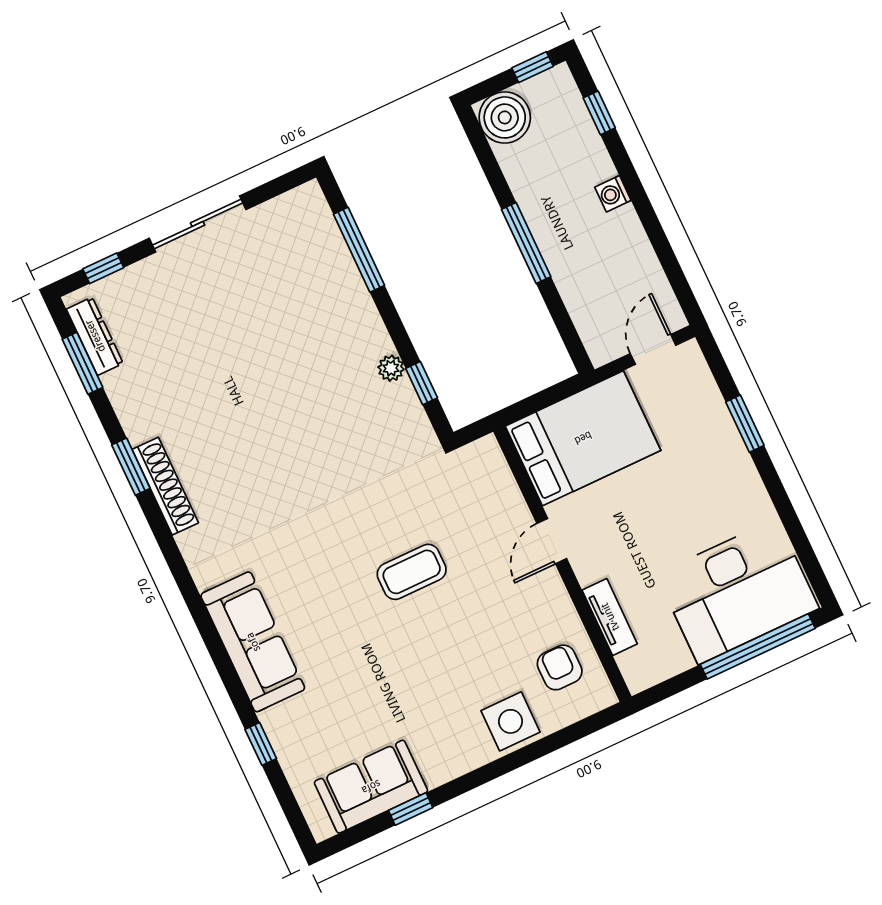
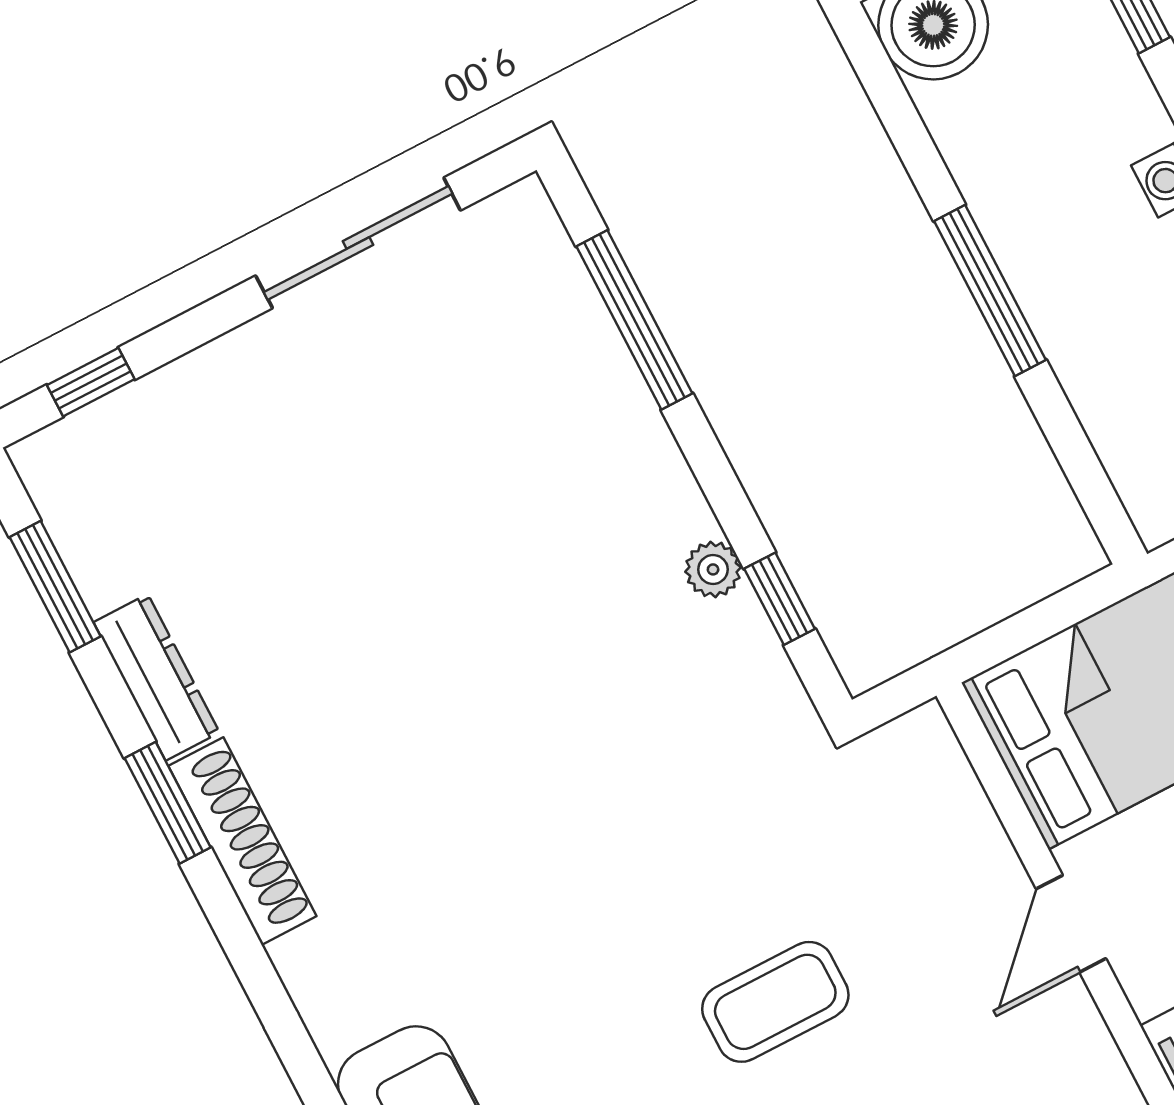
sliding door: (198, 224) -> (358, 243), moved
dresser: (95, 336) -> (157, 677), moved

